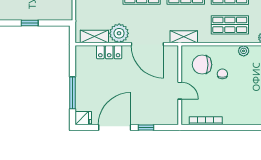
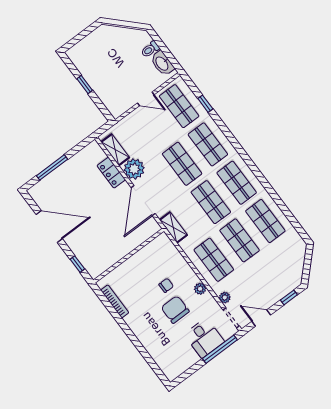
chair: (202, 65) -> (175, 309), moved
door: (180, 91) -> (124, 259), removed
fridge: (83, 118) -> (37, 193), removed
window: (146, 128) -> (77, 264), moved

